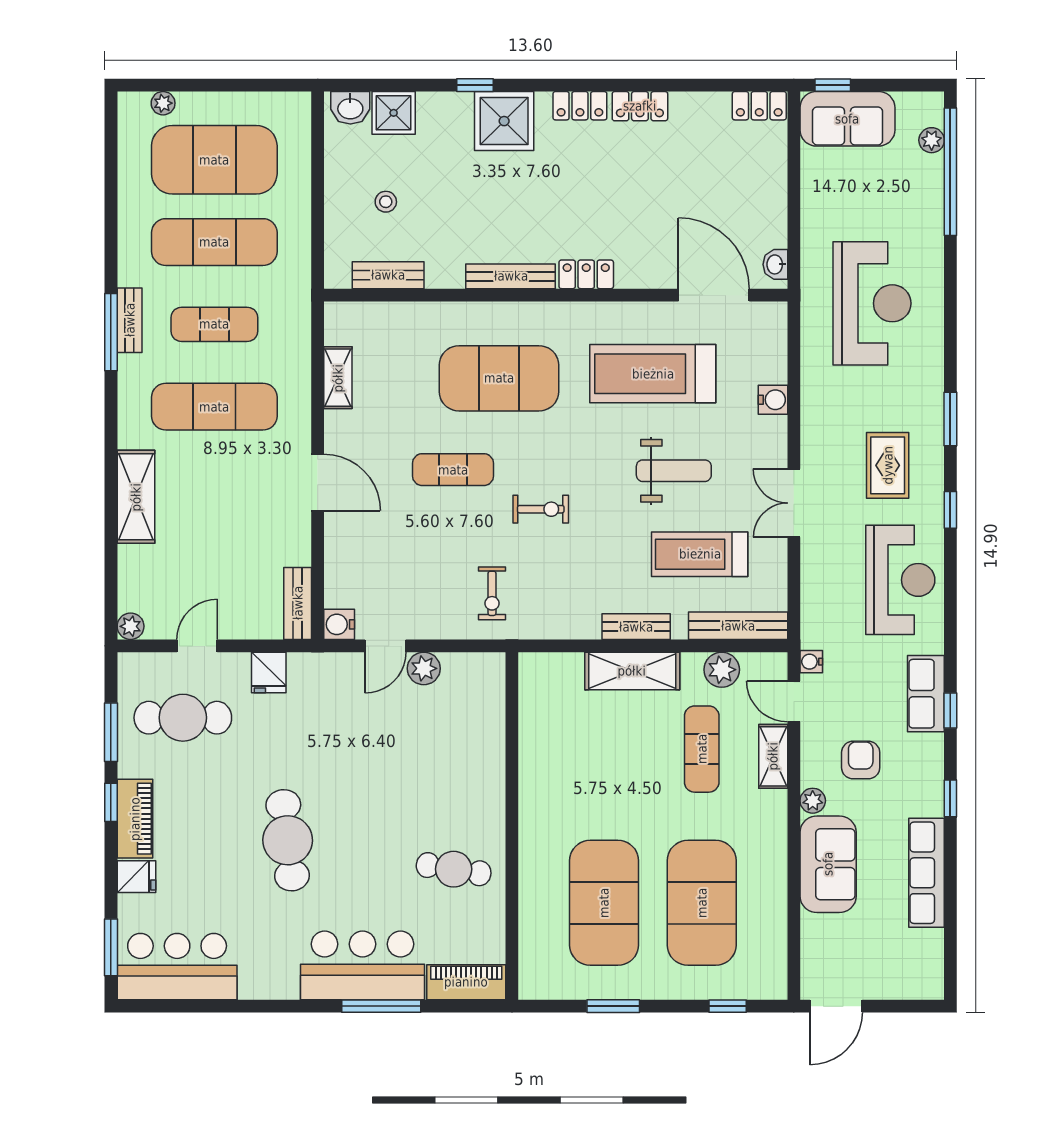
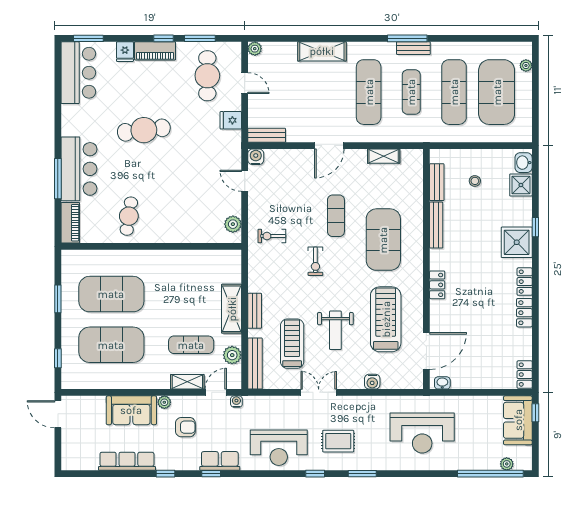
bench: (511, 276) -> (436, 225), moved
plant: (424, 668) -> (233, 224), moved

